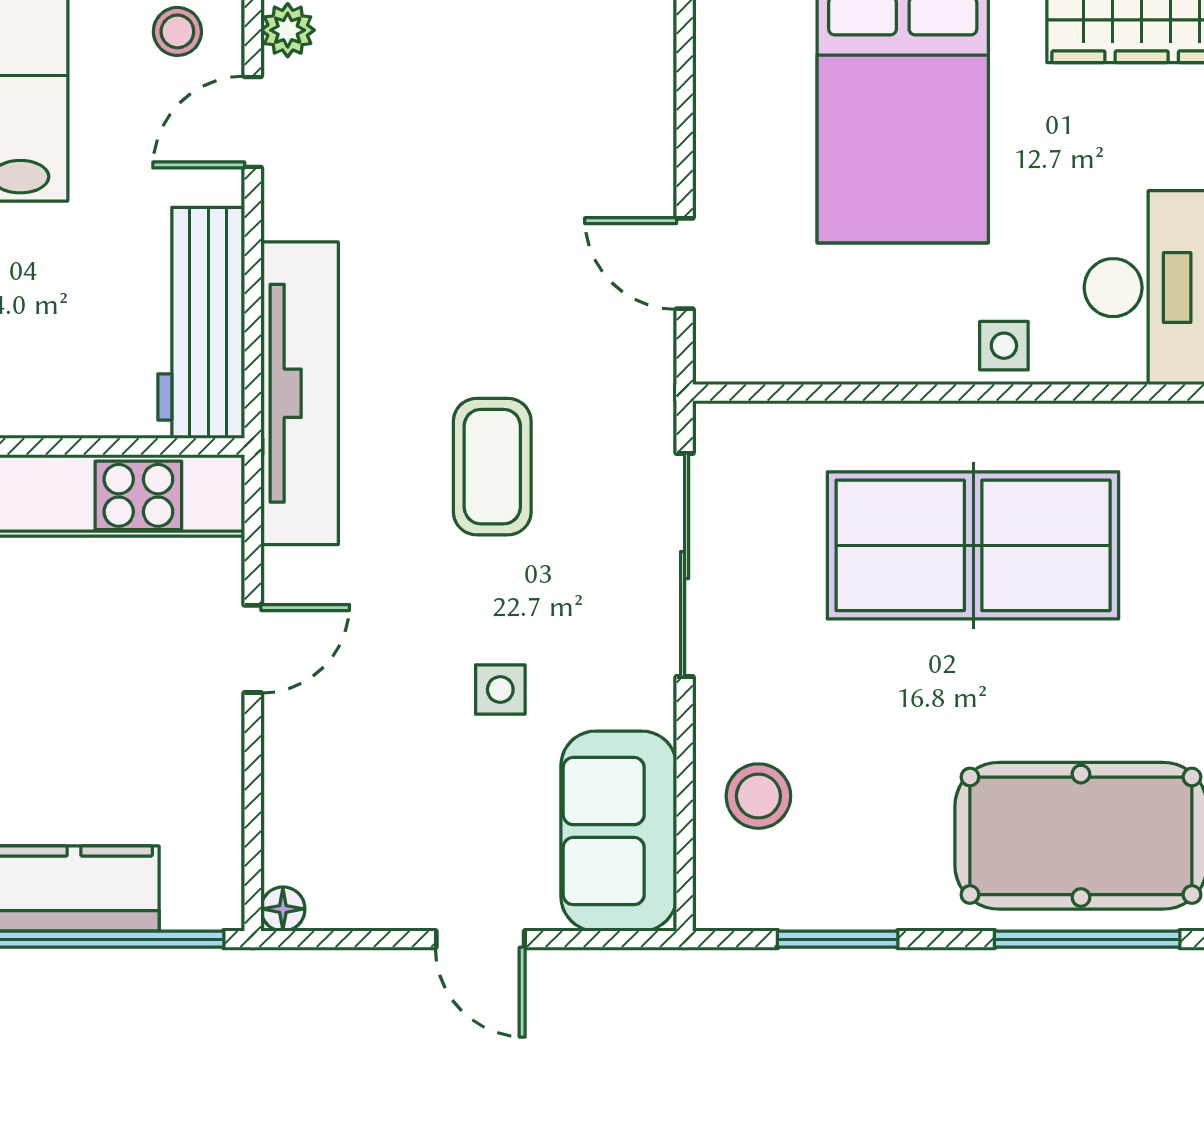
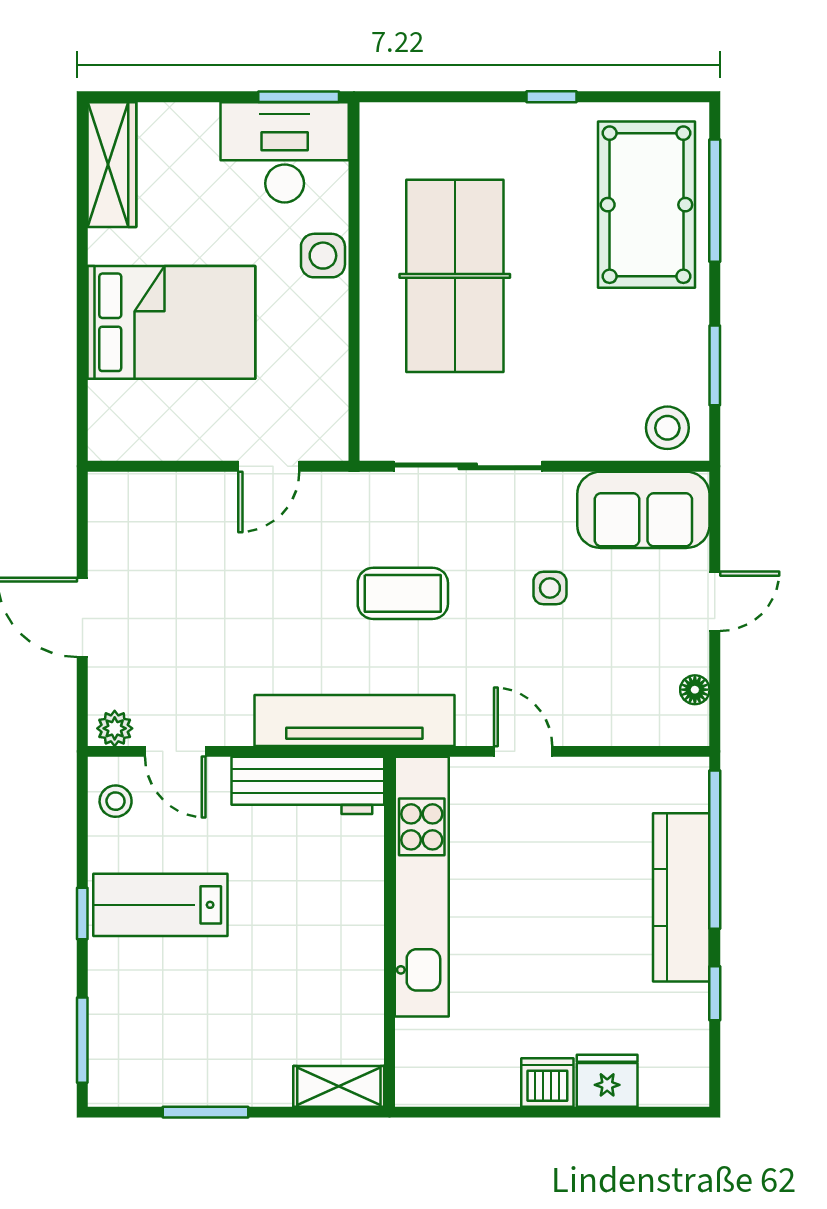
side table: (1004, 346) -> (323, 256), width x1.37, depth x1.37
stool: (758, 796) -> (667, 428), moved
floor lamp: (283, 909) -> (695, 690), moved

